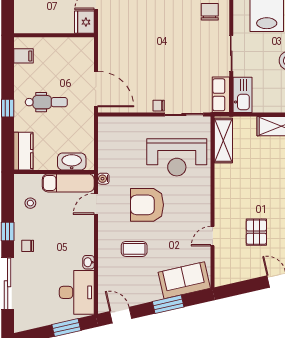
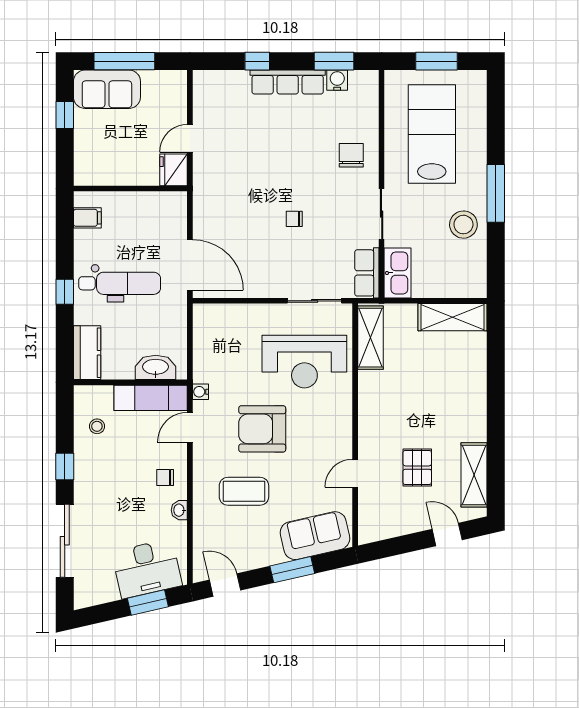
dental chair: (46, 102) -> (120, 283), width x1.36, depth x1.38
chair: (159, 106) -> (294, 219), moved
chair: (28, 246) -> (165, 478), moved
coffee table: (134, 249) -> (244, 491), width x1.36, depth x1.30
desk: (77, 292) -> (147, 569), moved, turned 77

